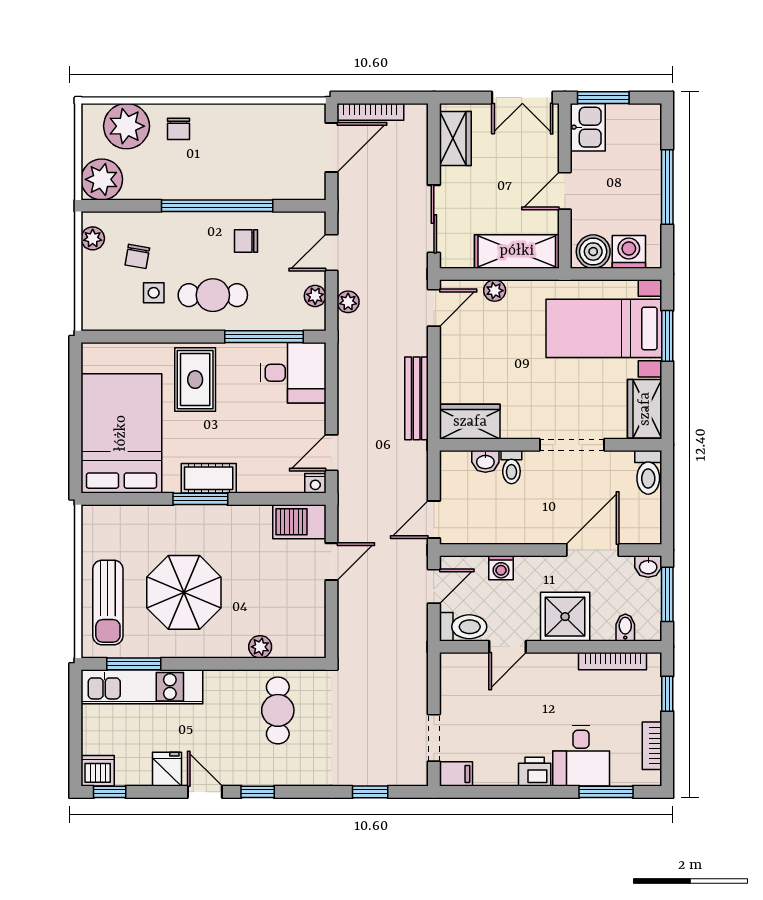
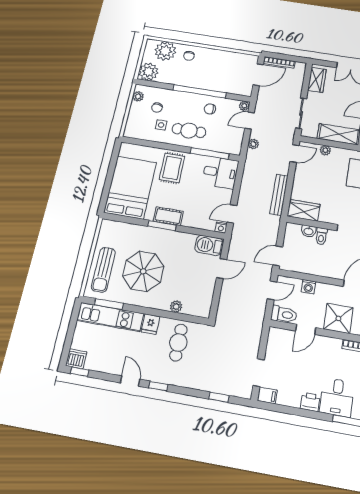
plant: (315, 296) -> (244, 106), moved
fridge: (167, 769) -> (150, 324), moved, turned 180

